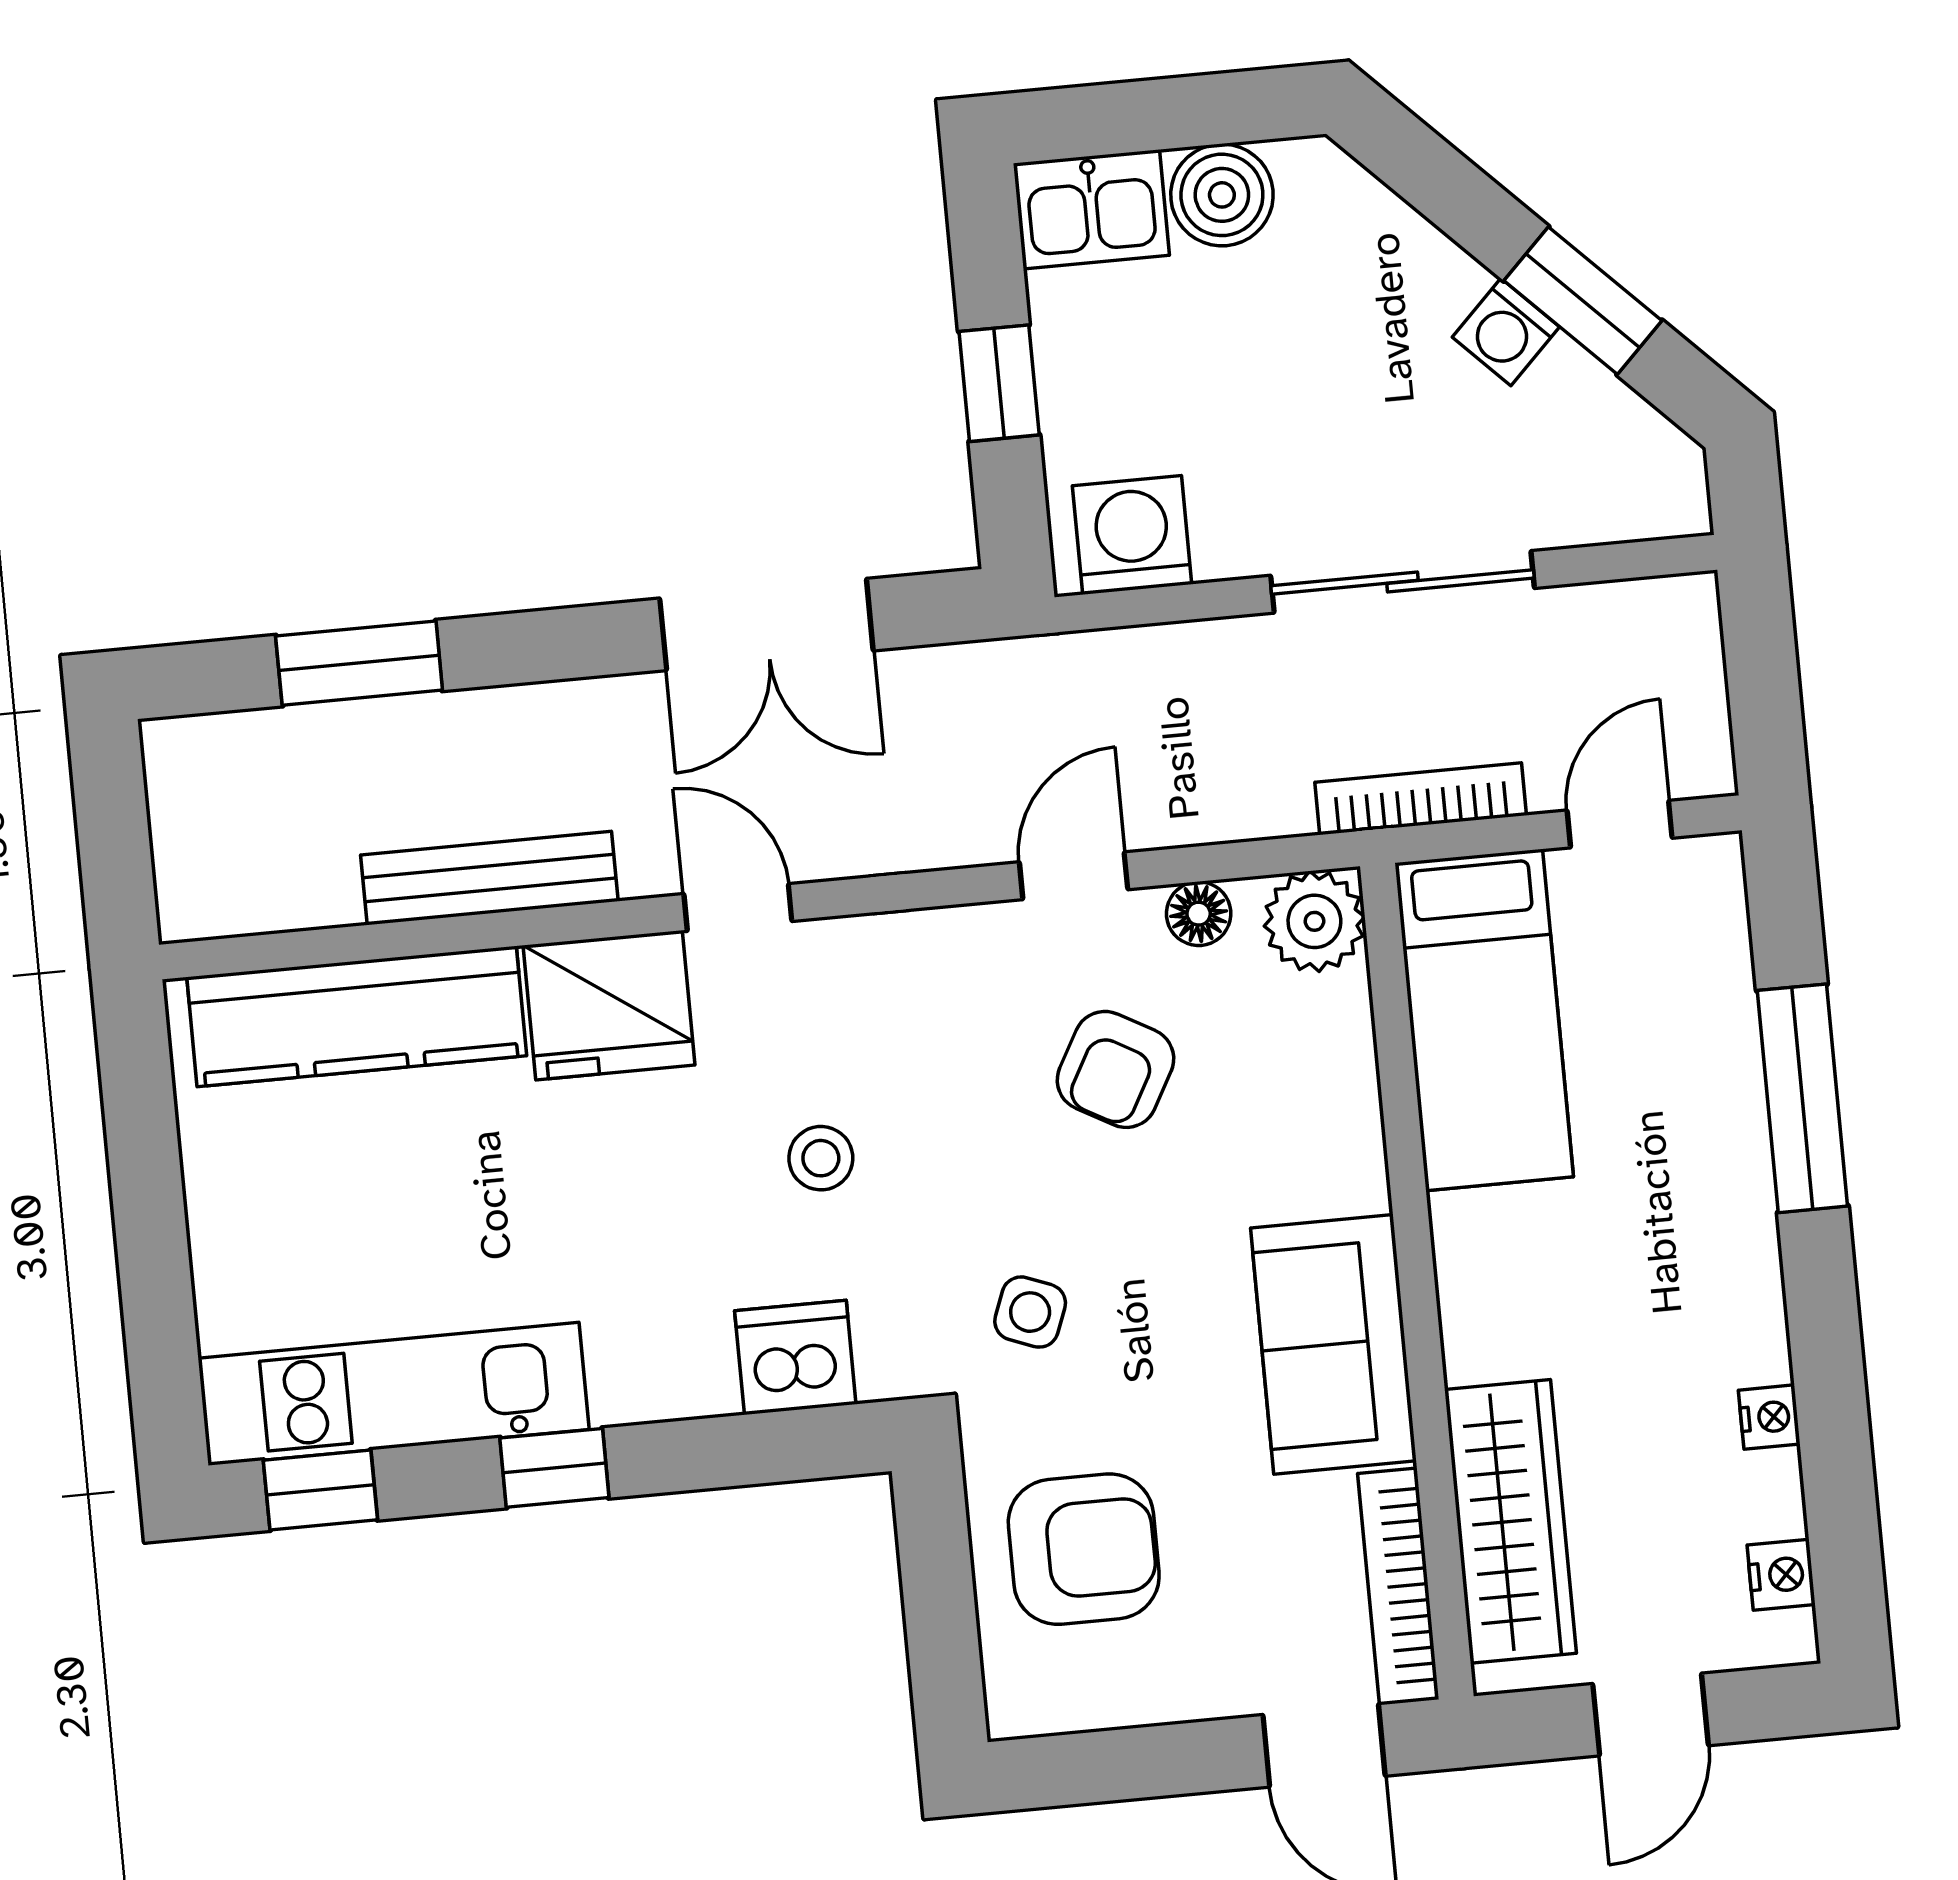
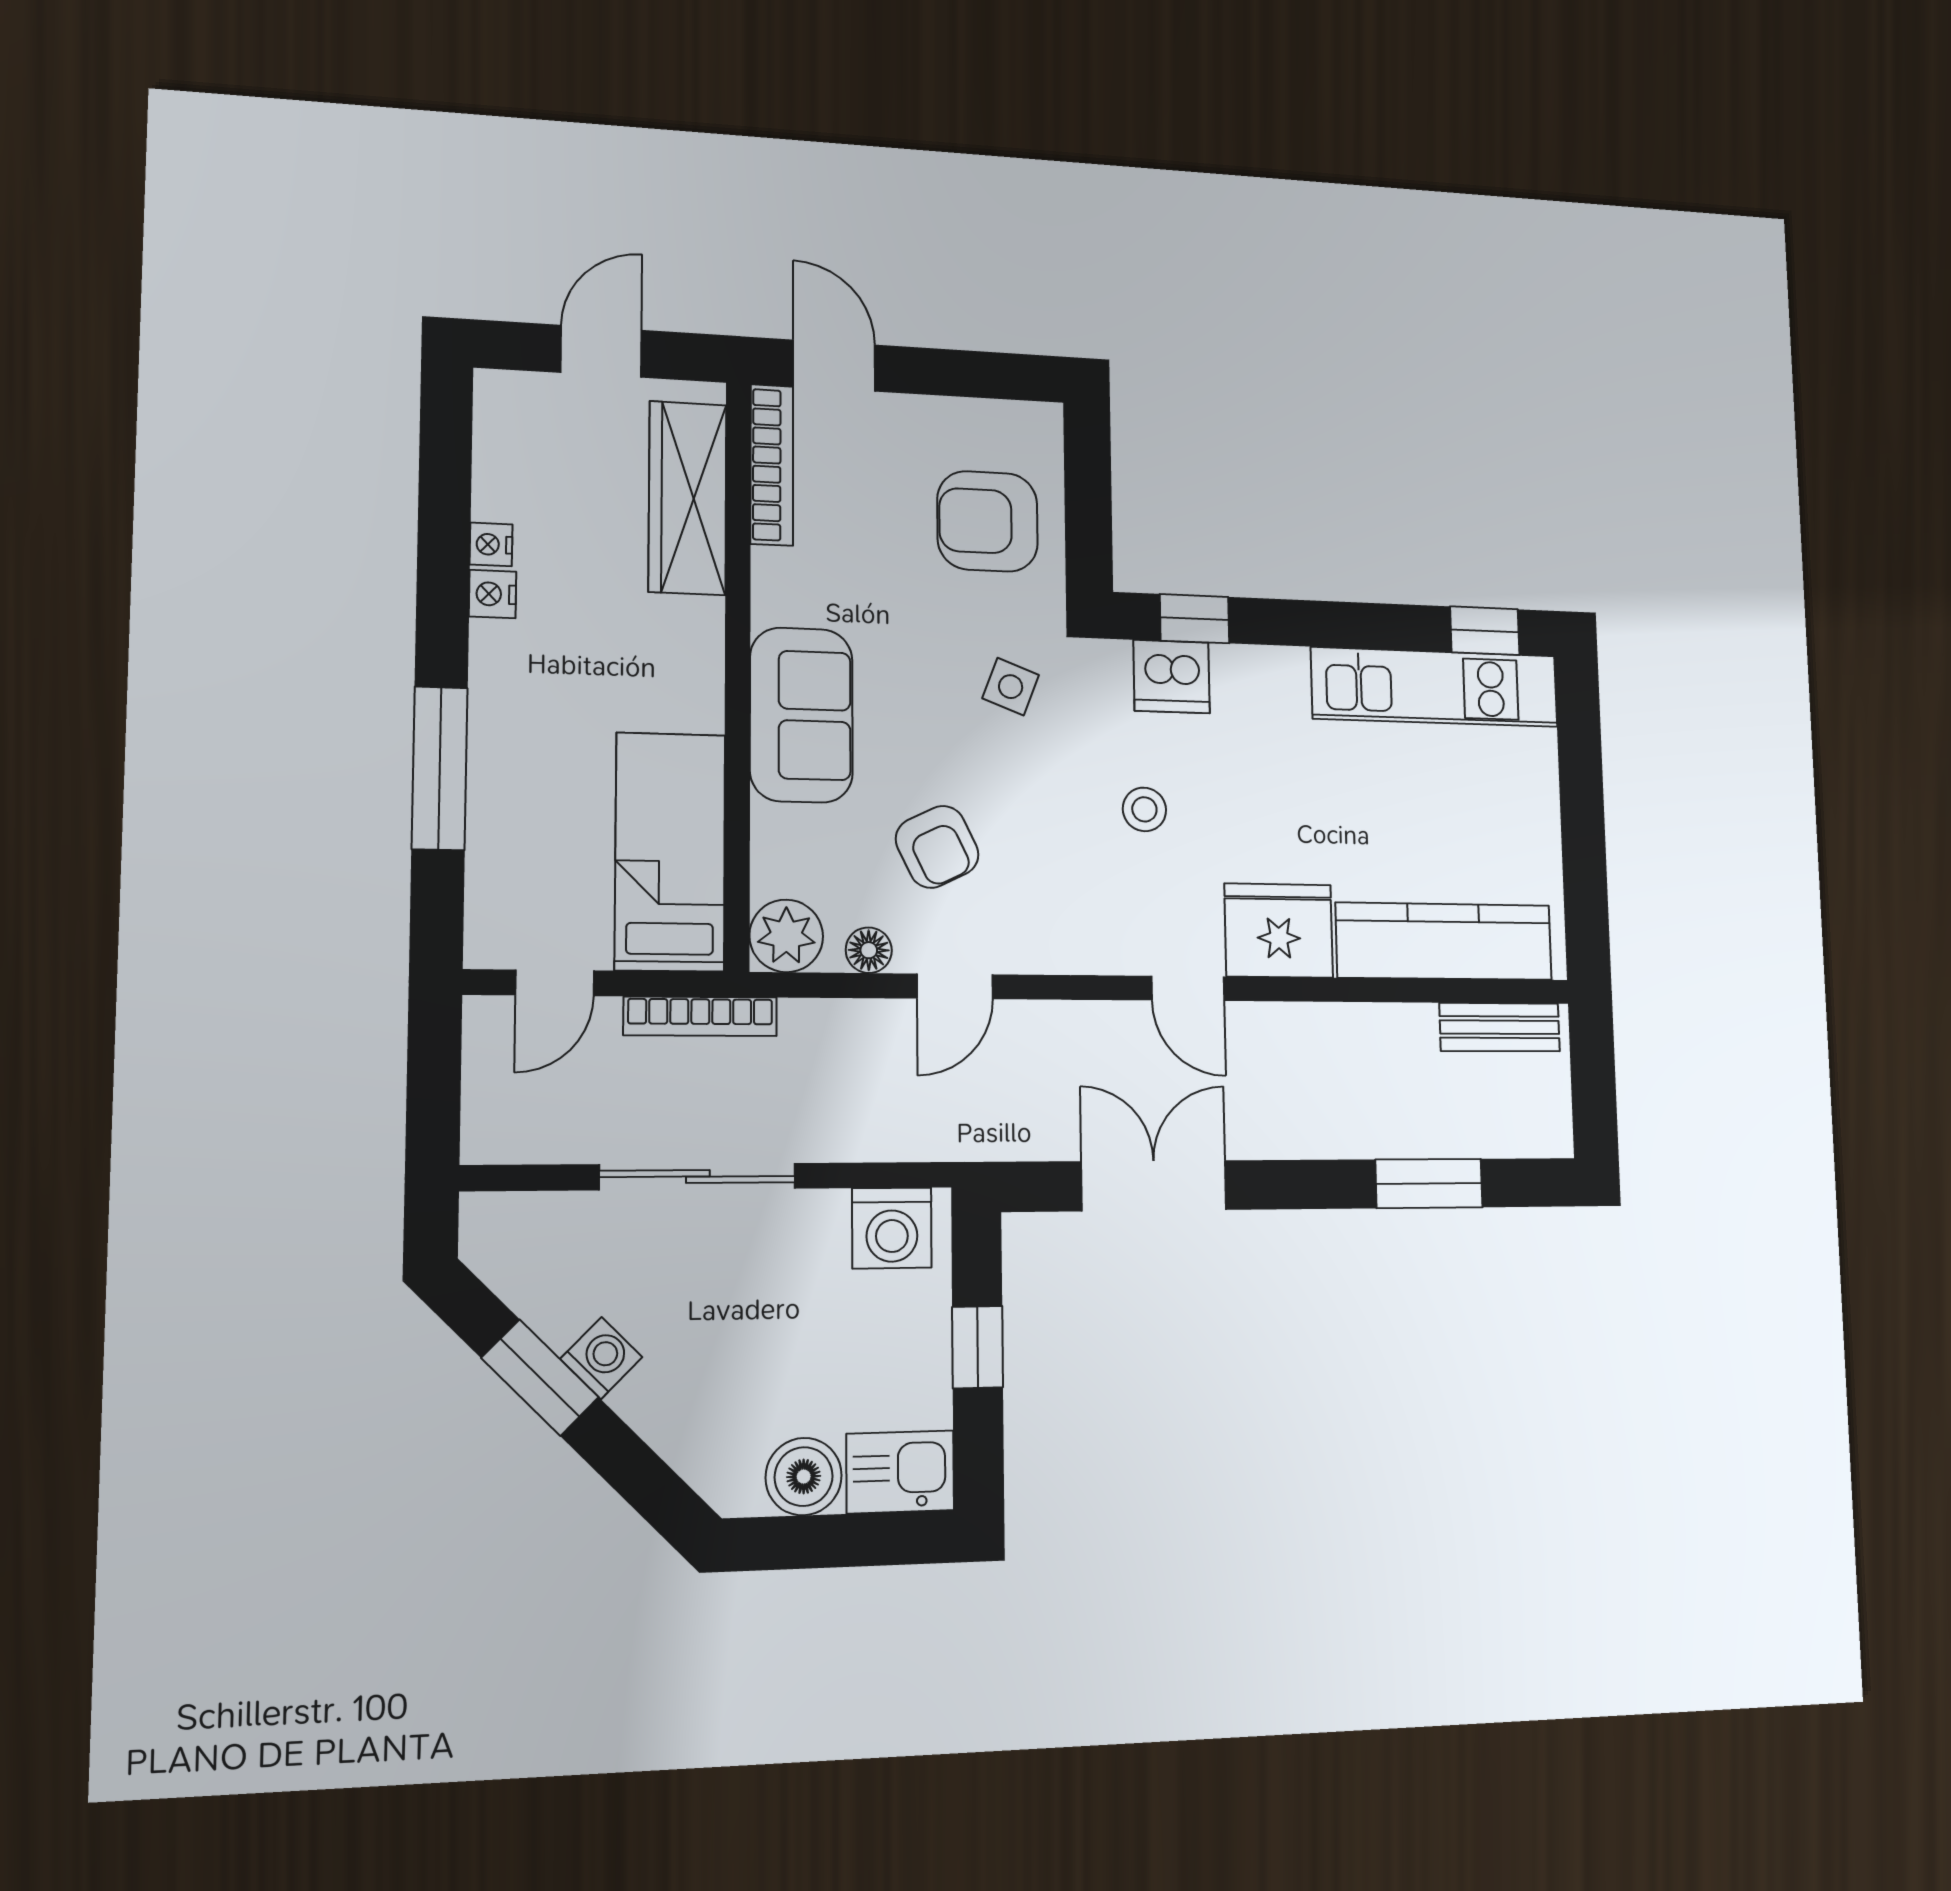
bench: (489, 878) -> (1500, 1027), moved, width x0.73
armchair: (1115, 1069) -> (937, 847), turned 125
sofa: (1333, 1344) -> (801, 715), moved
window: (554, 1468) -> (1195, 619), moved
nightstand: (1781, 1575) -> (493, 594), moved

